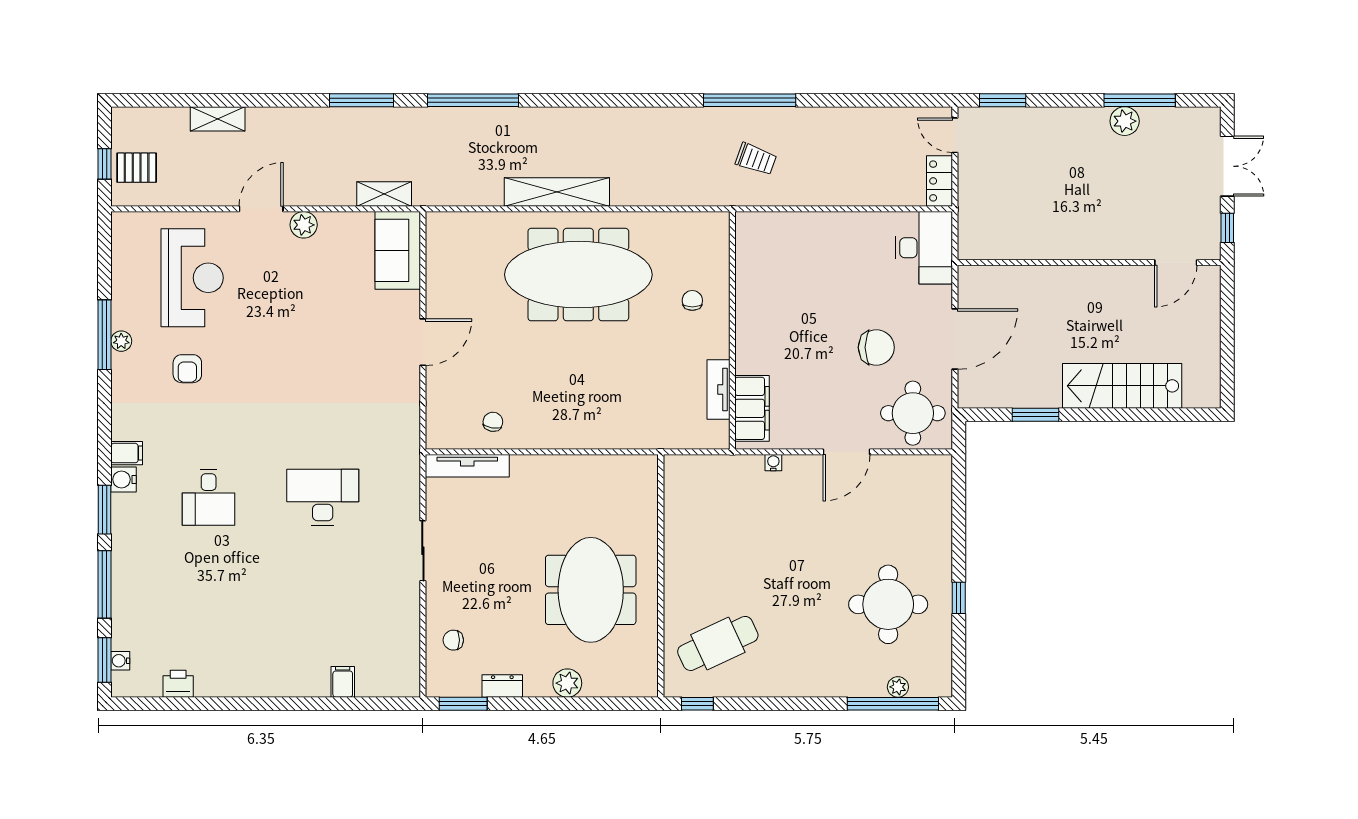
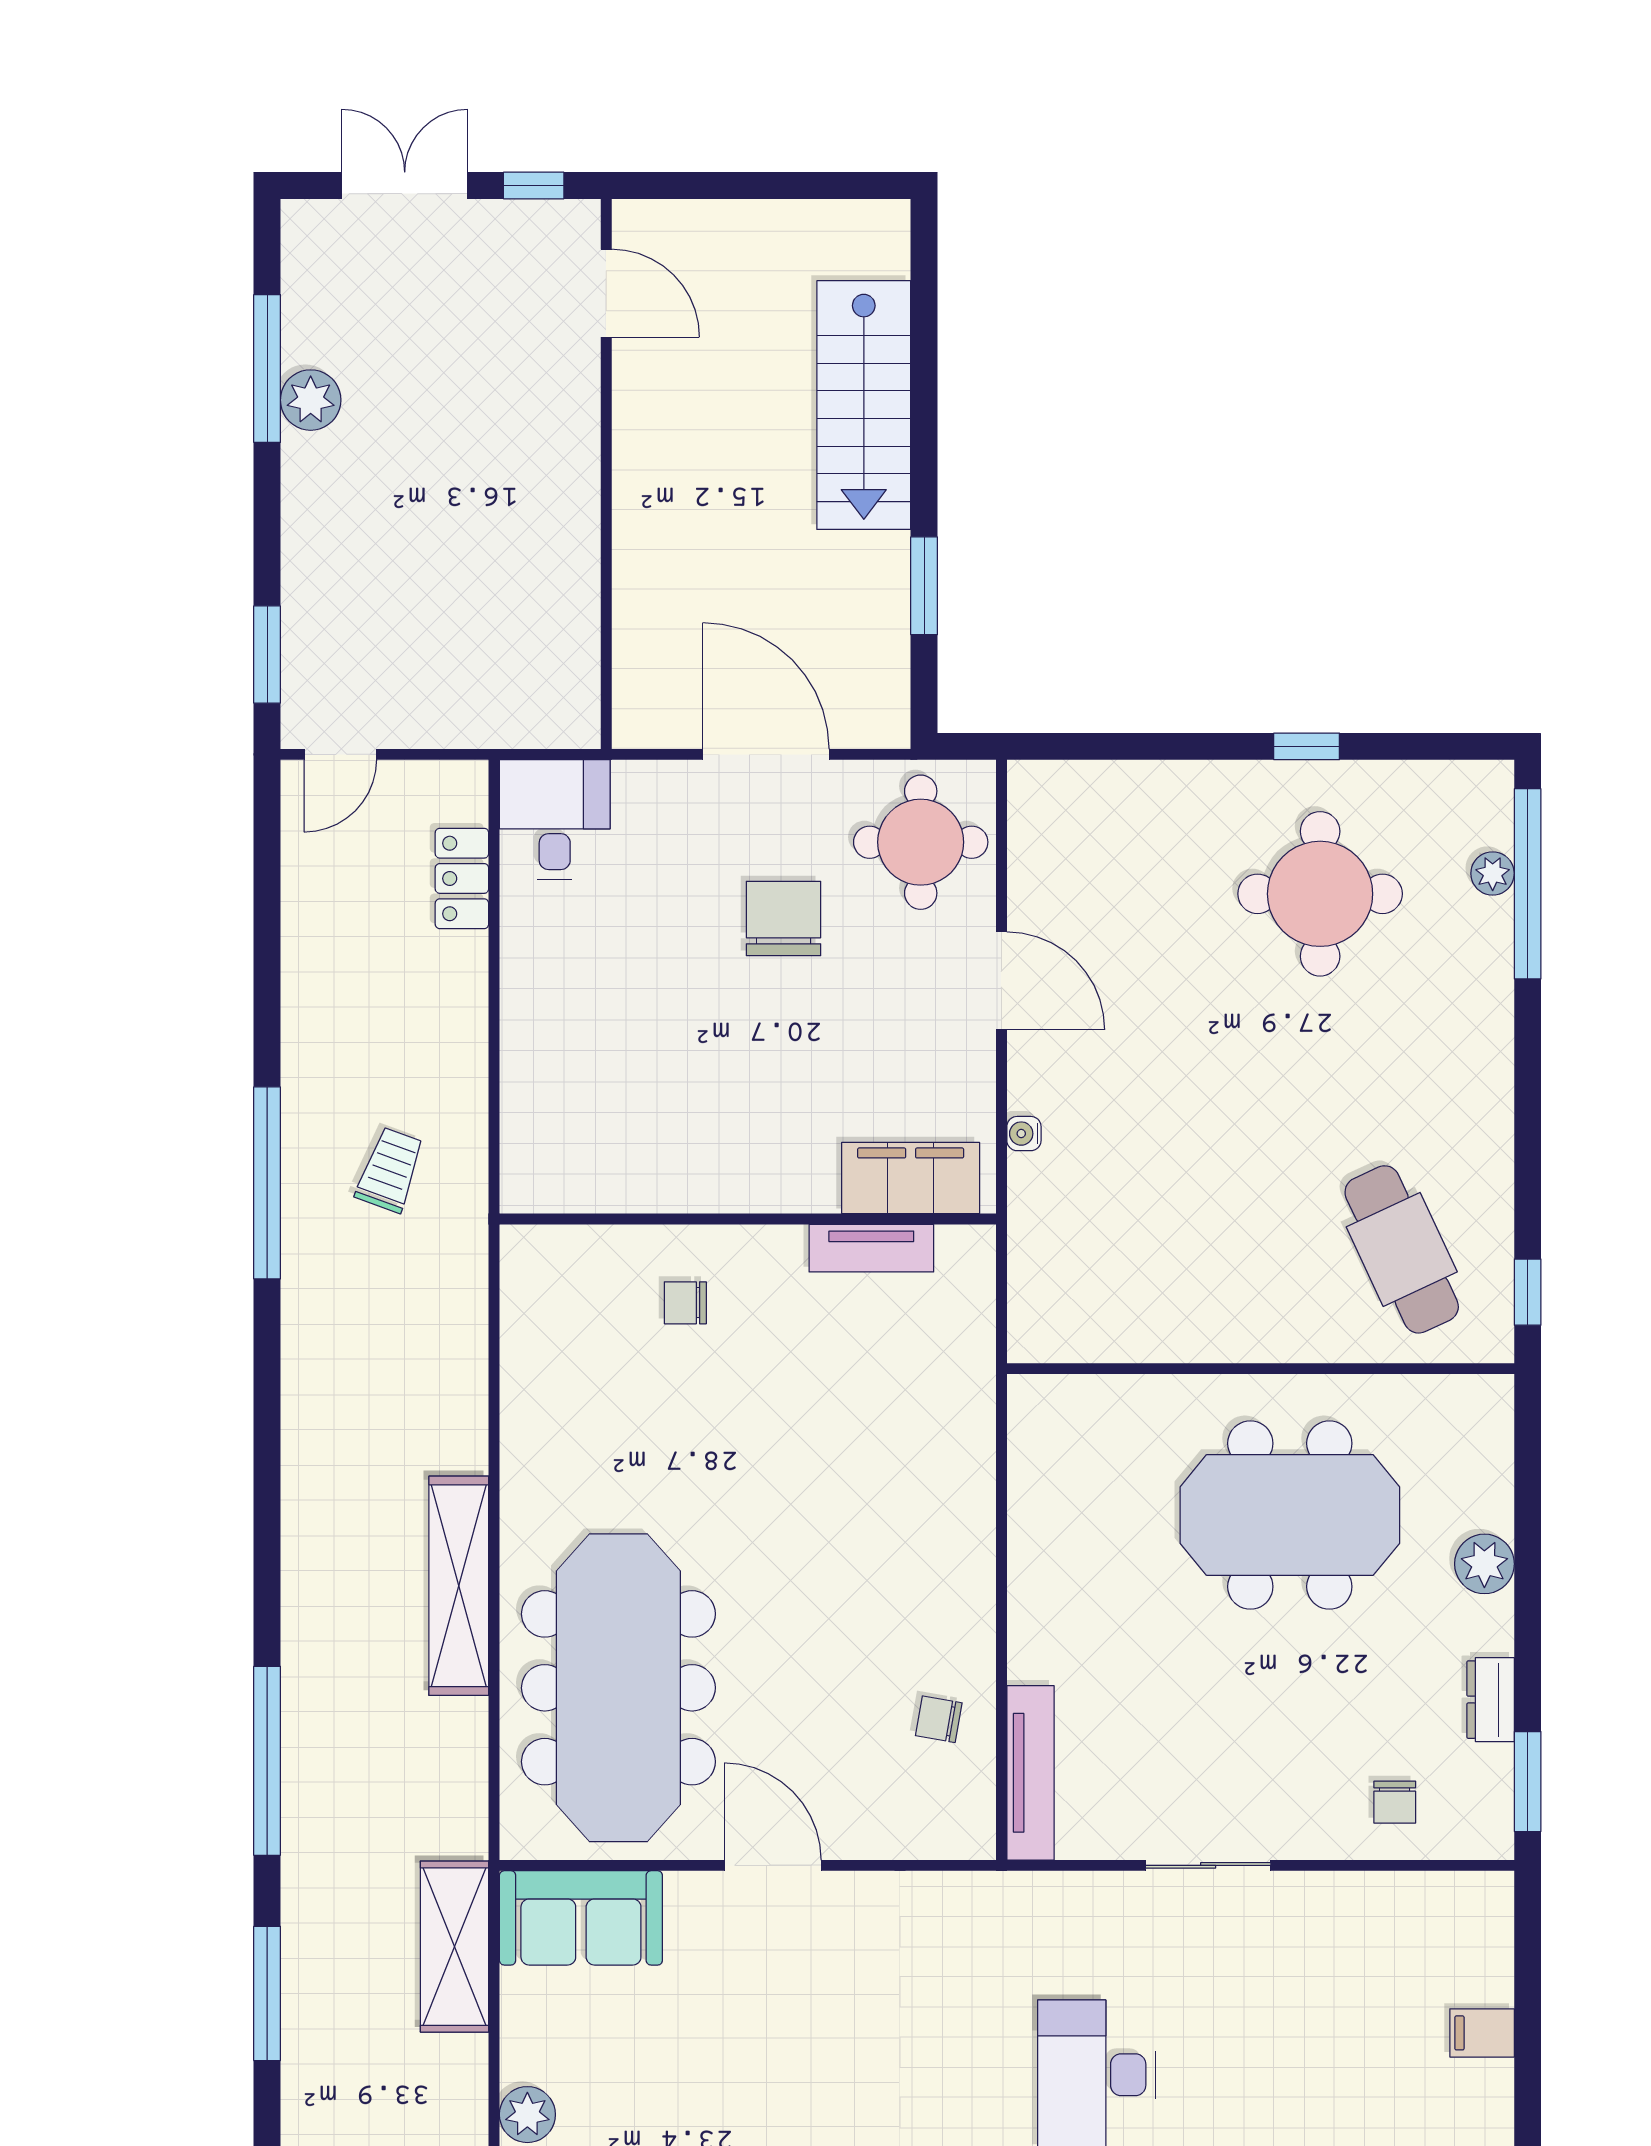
locker: (940, 181) -> (462, 878), moved, turned 90
shelving: (384, 194) -> (454, 1947), width x1.50, depth x1.33
desk: (924, 248) -> (555, 819), width x0.73
meeting table: (578, 275) -> (618, 1688), moved

